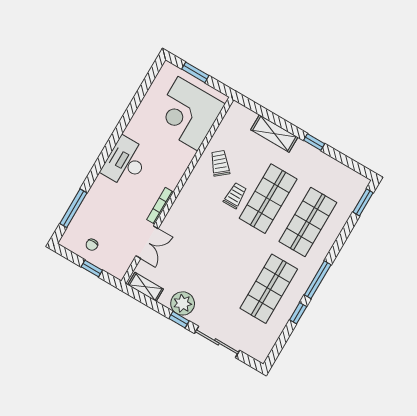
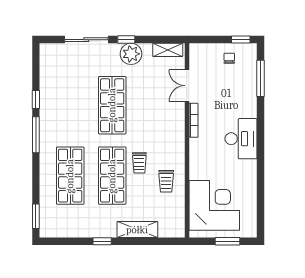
trolley: (220, 163) -> (166, 181), turned 40
window: (92, 268) -> (241, 40), moved
shop shelf: (269, 289) -> (112, 105), moved

